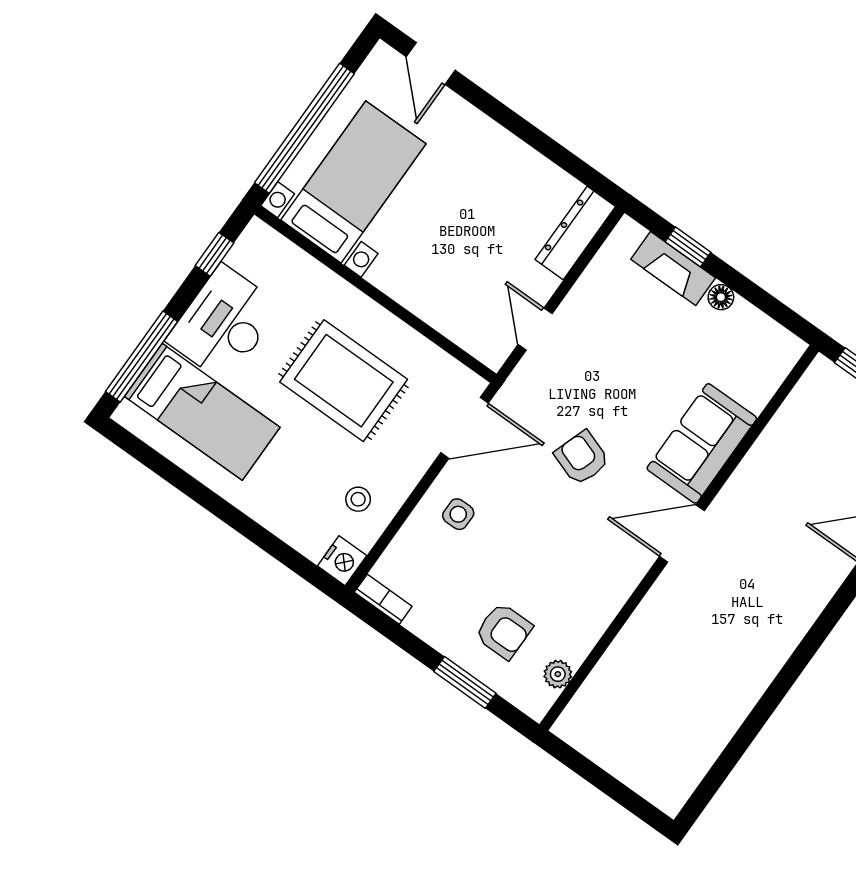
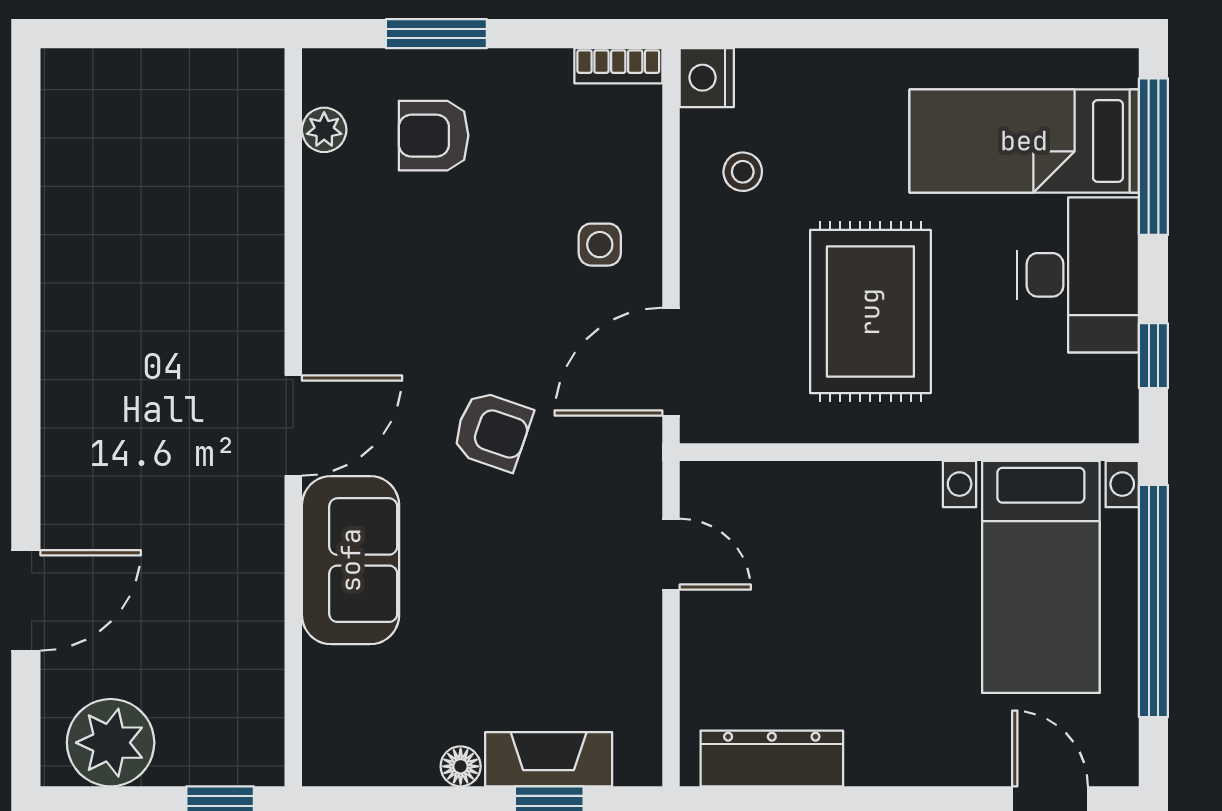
dresser: (575, 233) -> (772, 758), moved, turned -90
rug: (344, 381) -> (870, 312), turned 90

